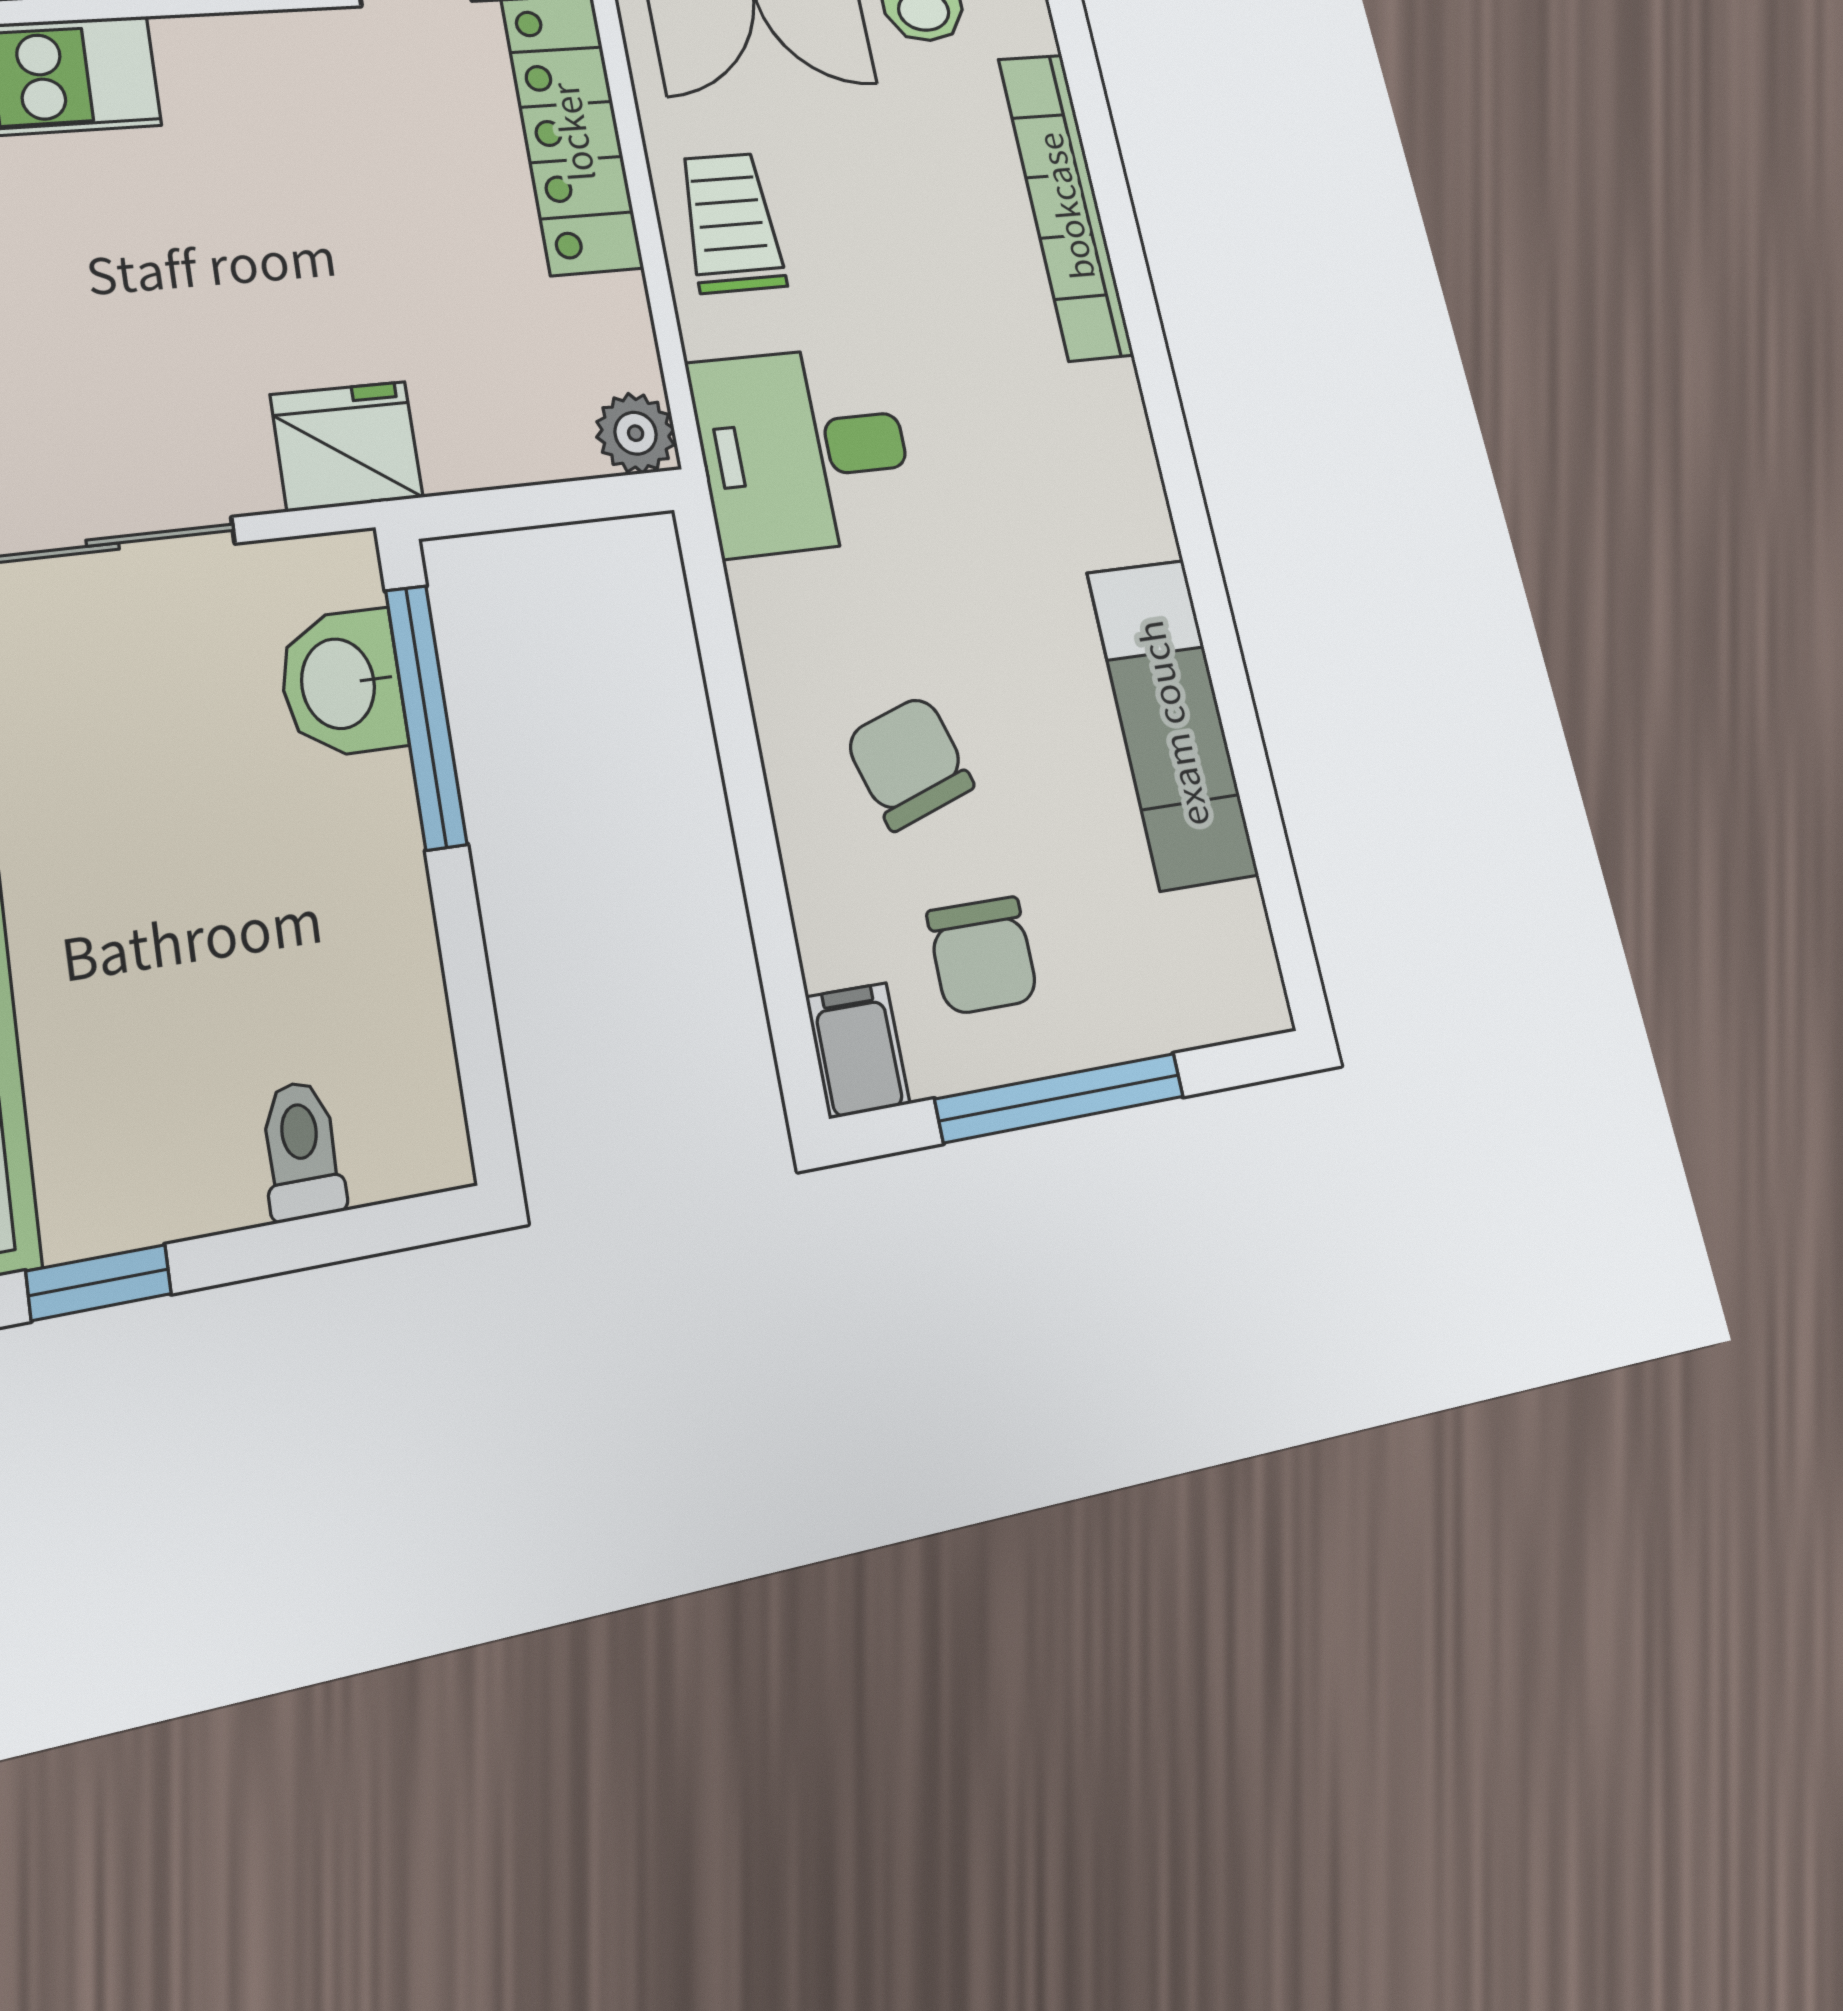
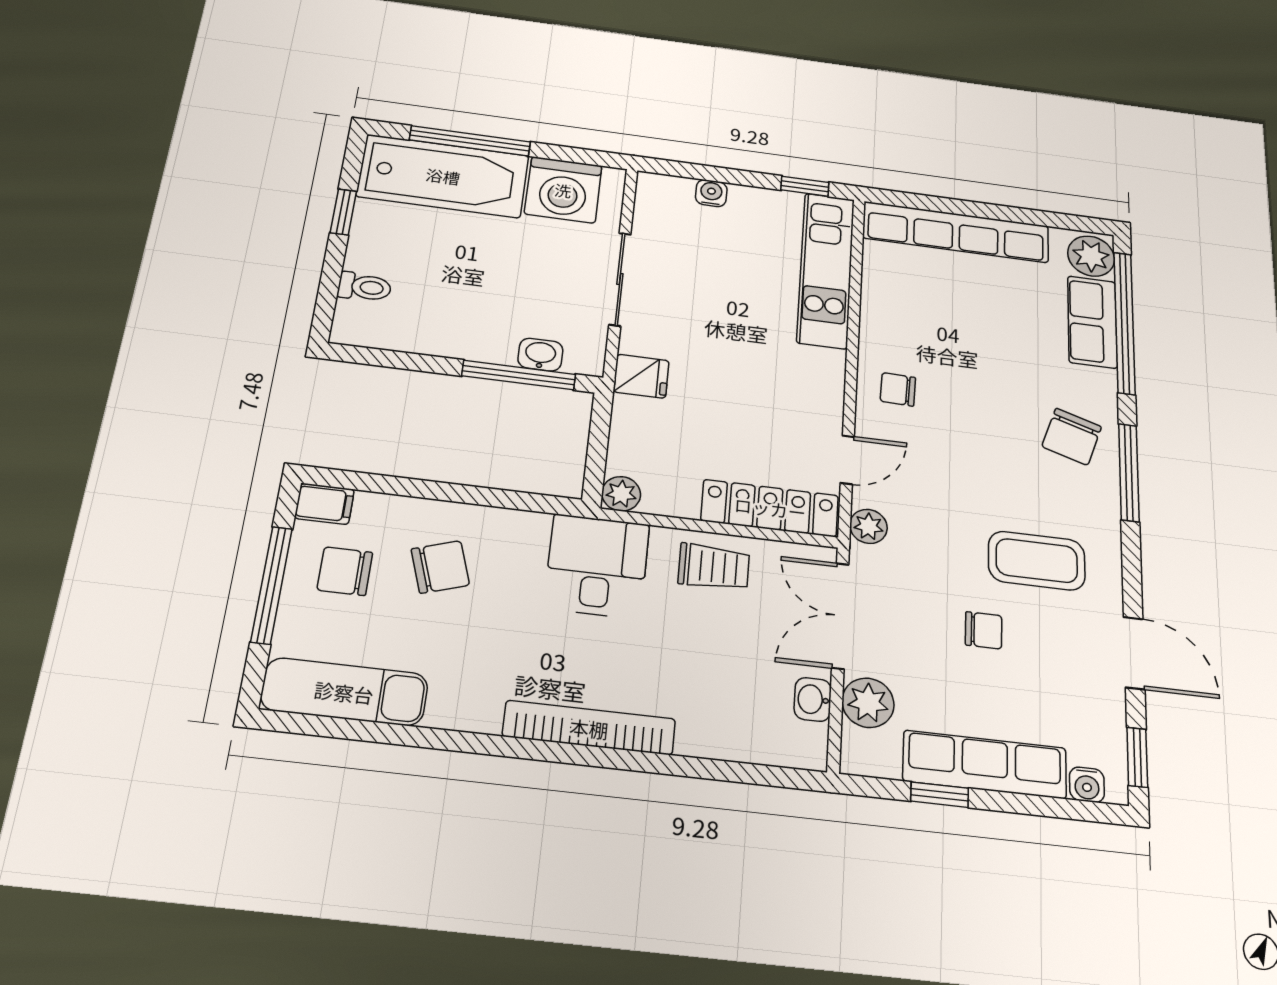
bookcase: (1065, 206) -> (589, 728), moved
fridge: (347, 446) -> (641, 376), width x0.72
washbasin: (342, 683) -> (540, 355), width x0.72, depth x0.69
exam couch: (1172, 723) -> (344, 692), moved

